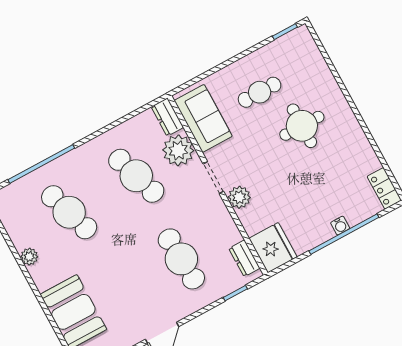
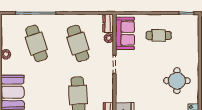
round table: (302, 126) -> (177, 81), moved
plant: (178, 150) -> (109, 38), width x0.53, depth x0.53
plant: (239, 197) -> (122, 80), removed

